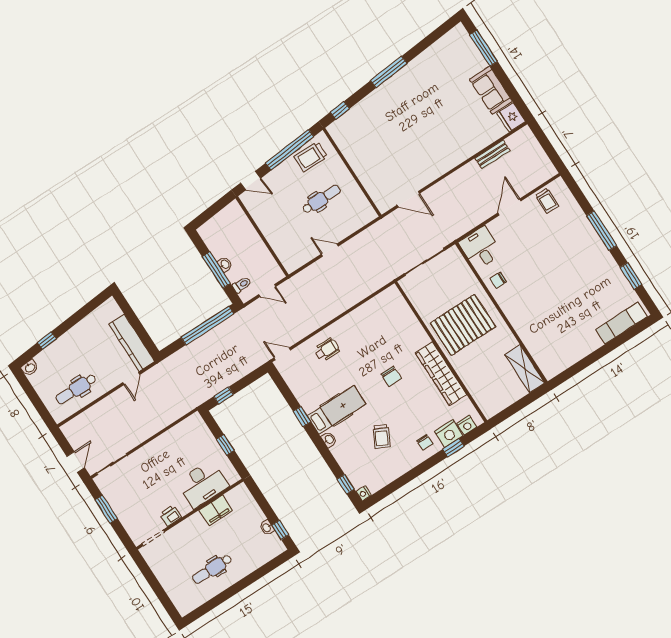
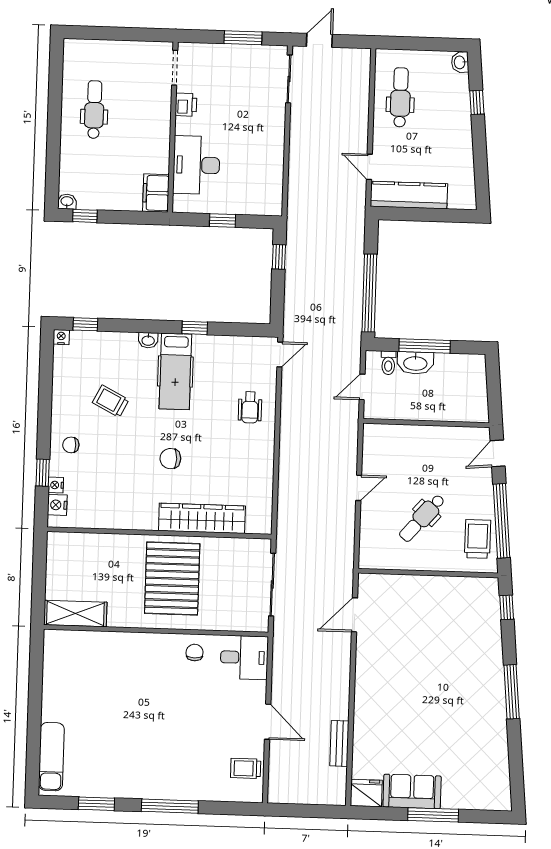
window: (484, 48) -> (433, 815), moved
dental chair: (321, 199) -> (422, 518), turned 41
washbasin: (225, 264) -> (415, 363), width x1.91, depth x1.45
wardrobe: (441, 374) -> (202, 518), moved
nightstand: (449, 434) -> (56, 485), width x0.53, depth x0.56
door: (76, 462) -> (319, 40), swing flipped
filing cabinet: (216, 510) -> (156, 193), moved
washbasin: (267, 528) -> (67, 202), moved

